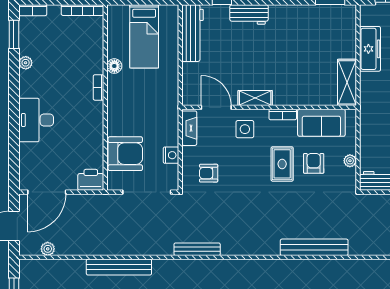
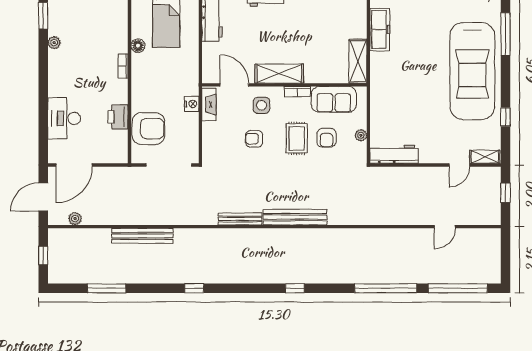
shelving: (255, 98) -> (279, 74), width x1.50, depth x1.33
desk: (36, 120) -> (64, 118), moved
nightstand: (171, 155) -> (192, 104), moved
armchair: (314, 163) -> (327, 138), turned 180
armchair: (209, 173) -> (254, 139), moved
printer: (91, 180) -> (118, 117), moved, turned -90
bench: (314, 247) -> (295, 217), moved
bench: (197, 249) -> (240, 219), moved

